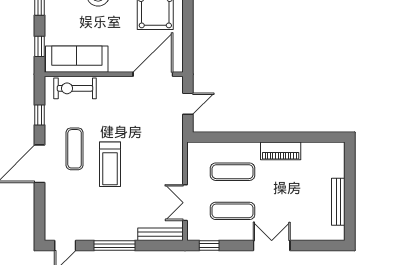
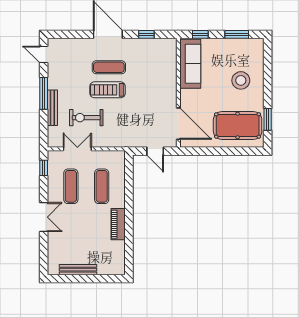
exercise bike: (75, 88) -> (86, 118), moved, turned -90
exercise mat: (75, 149) -> (109, 67), moved
bench: (160, 234) -> (52, 108), moved

